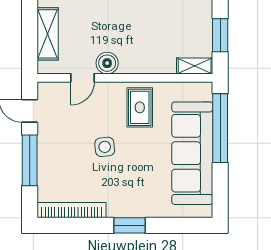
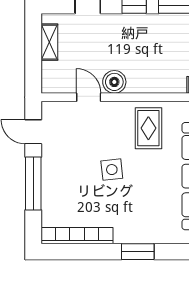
shelving: (48, 34) -> (49, 42), width x0.67, depth x0.75
door: (83, 78) -> (89, 97), swing flipped

